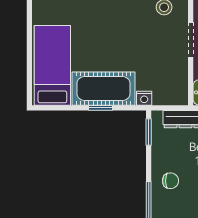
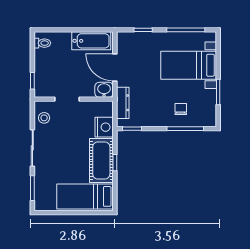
nightstand: (144, 98) -> (104, 127), width x1.89, depth x1.79
chair: (170, 181) -> (181, 109), moved

